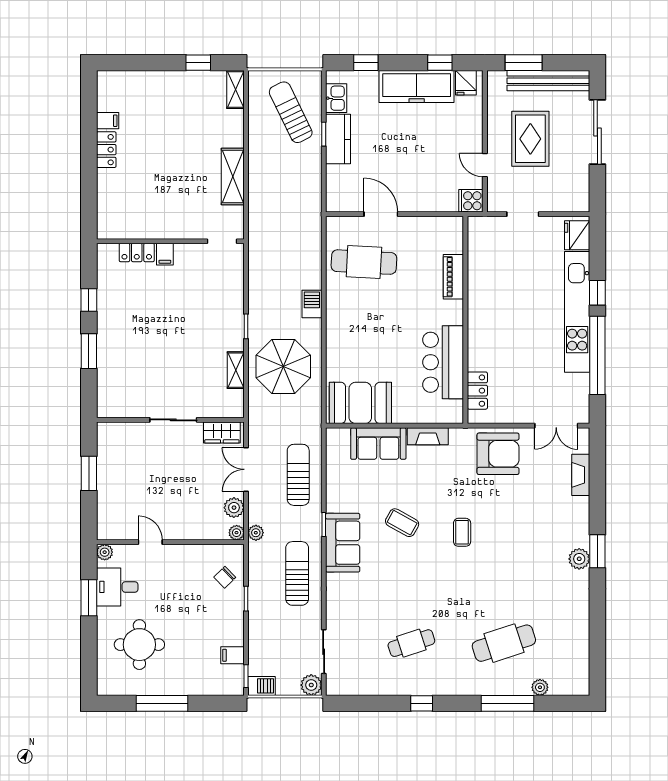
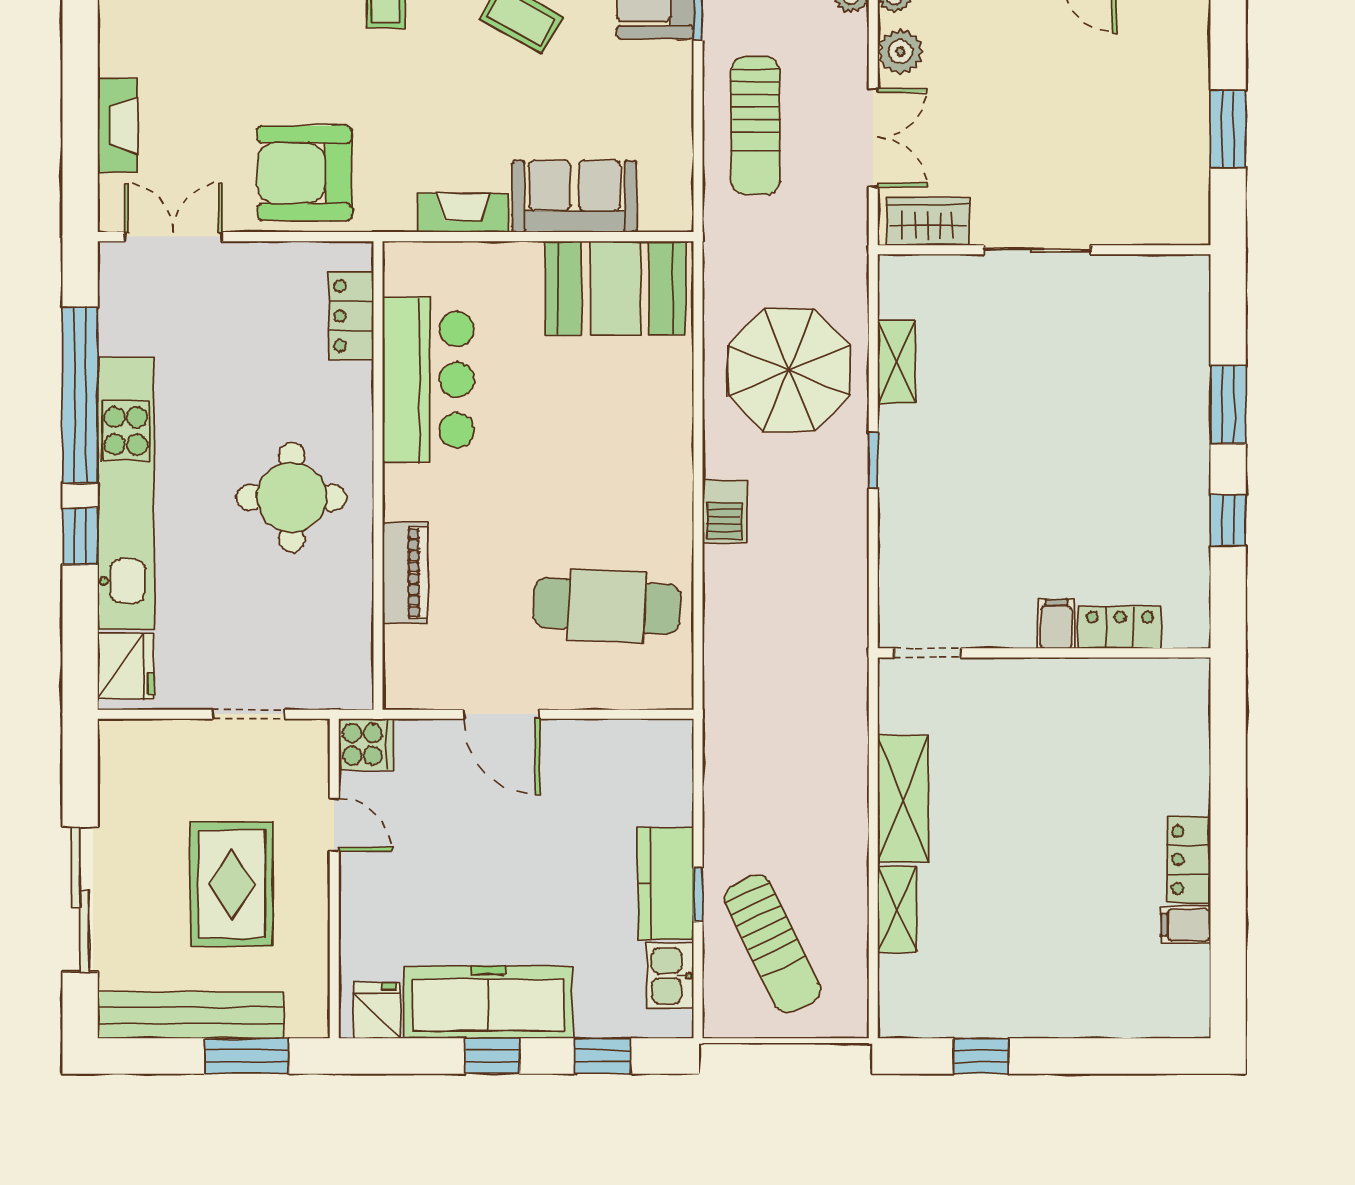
window: (440, 63) -> (492, 1056), moved
shelving: (235, 90) -> (897, 909), moved
door: (381, 214) -> (501, 714), moved
round table: (504, 310) -> (292, 497), added

